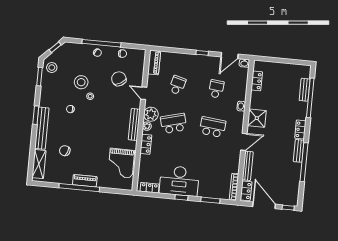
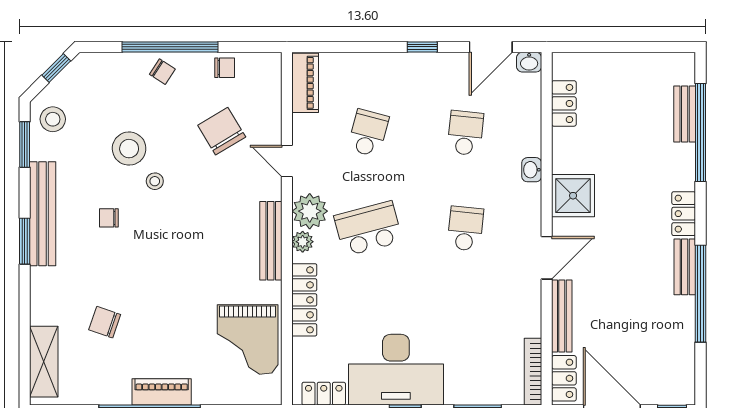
school desk: (212, 127) -> (465, 229), width x0.54
bench: (42, 128) -> (43, 214), moved
locker: (146, 144) -> (304, 300), width x1.53

